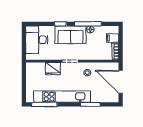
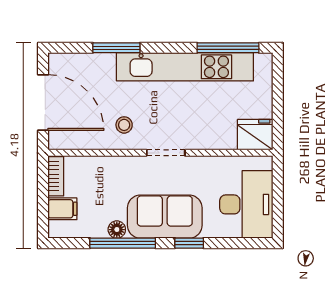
fridge: (53, 69) -> (255, 135), moved

